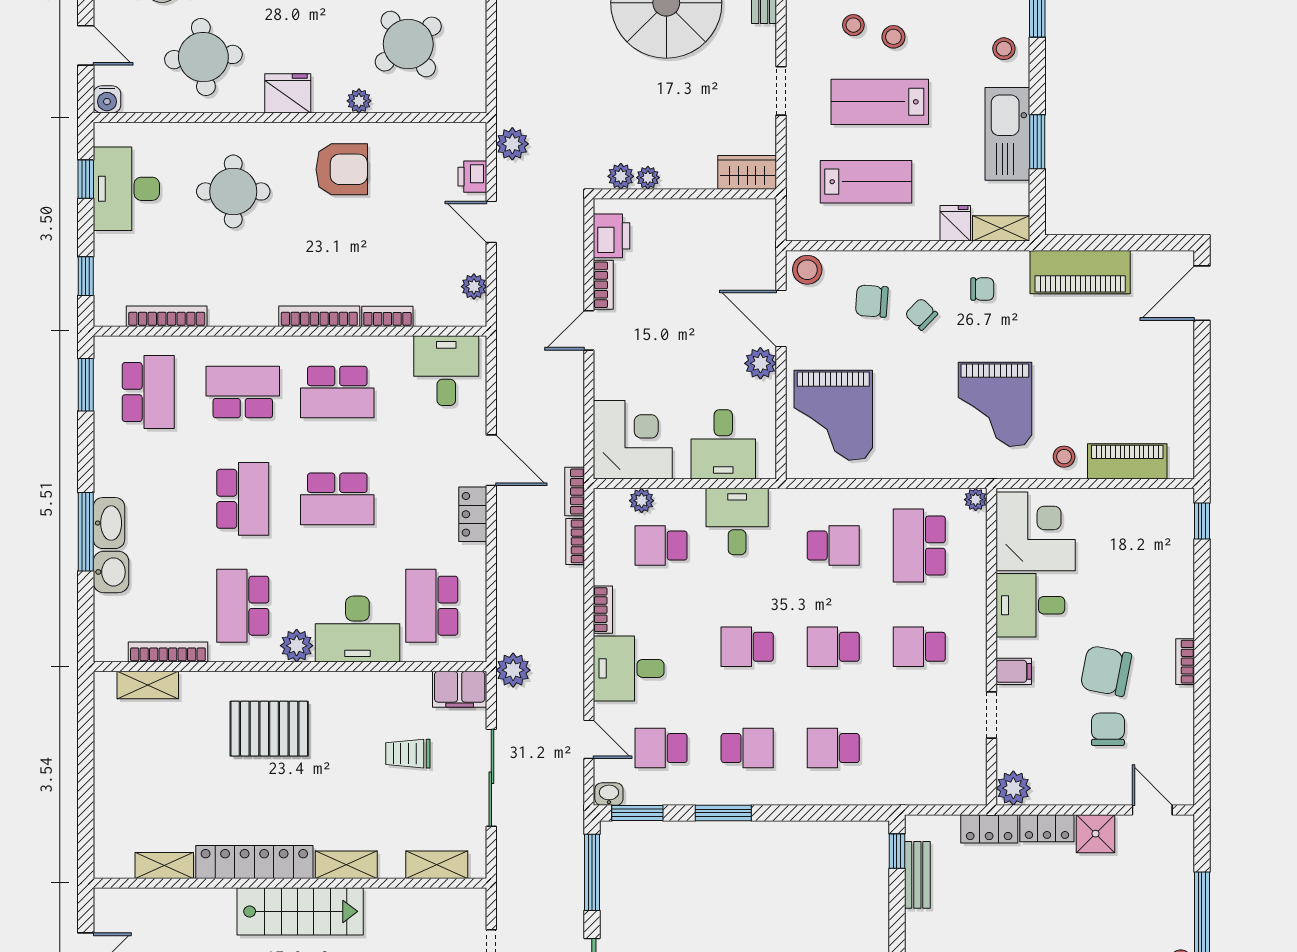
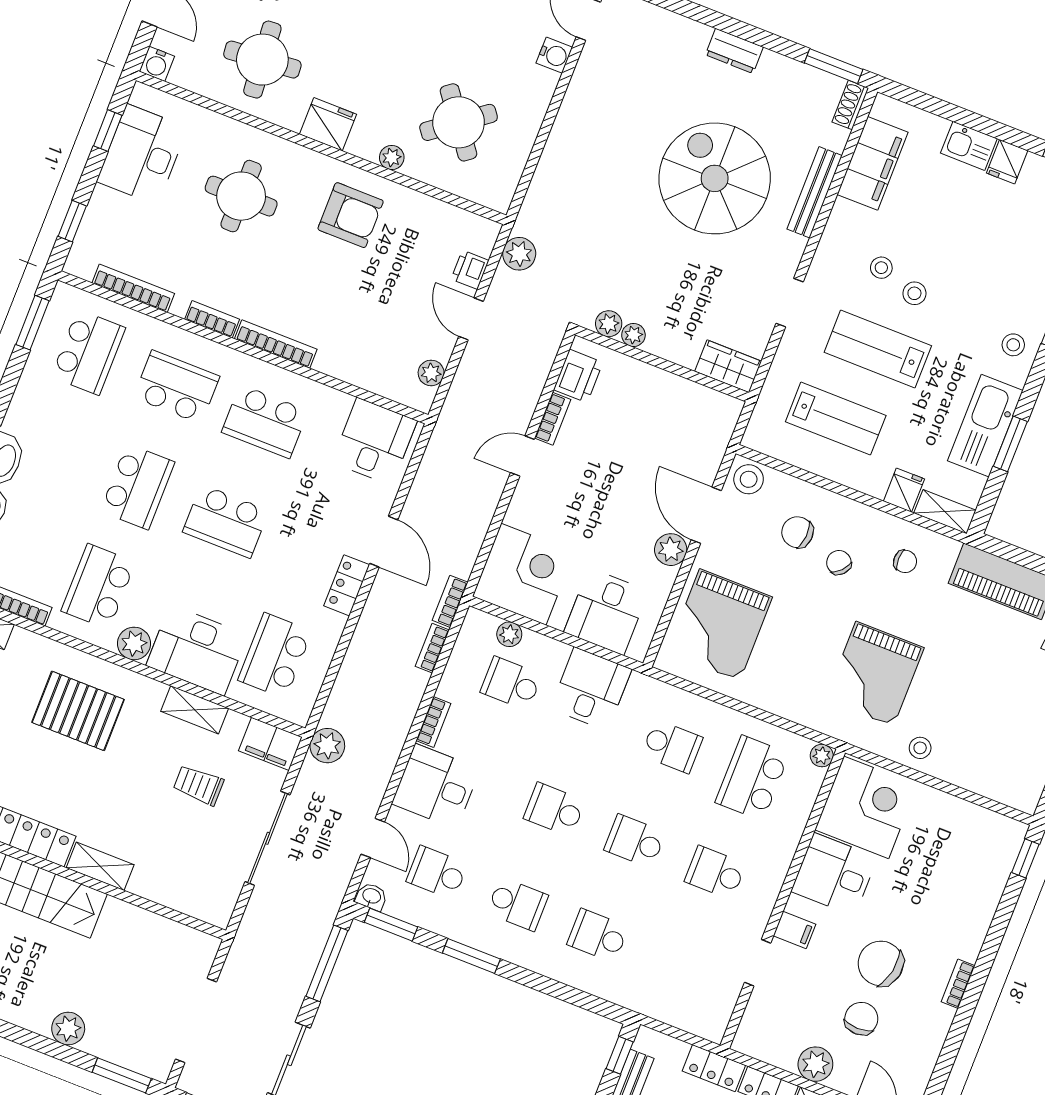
bookcase: (387, 316) -> (212, 319), moved
piano: (1127, 461) -> (977, 775), removed
plant: (1013, 788) -> (815, 1064), moved
shelving: (437, 865) -> (195, 710), moved

